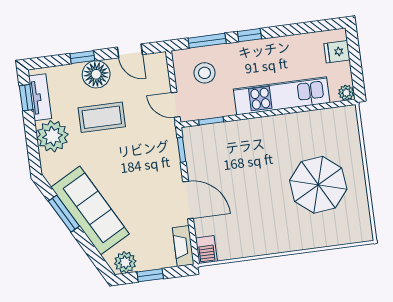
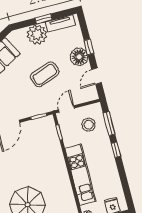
window: (26, 98) -> (44, 19), moved
coffee table: (102, 117) -> (45, 74), moved, turned 70

